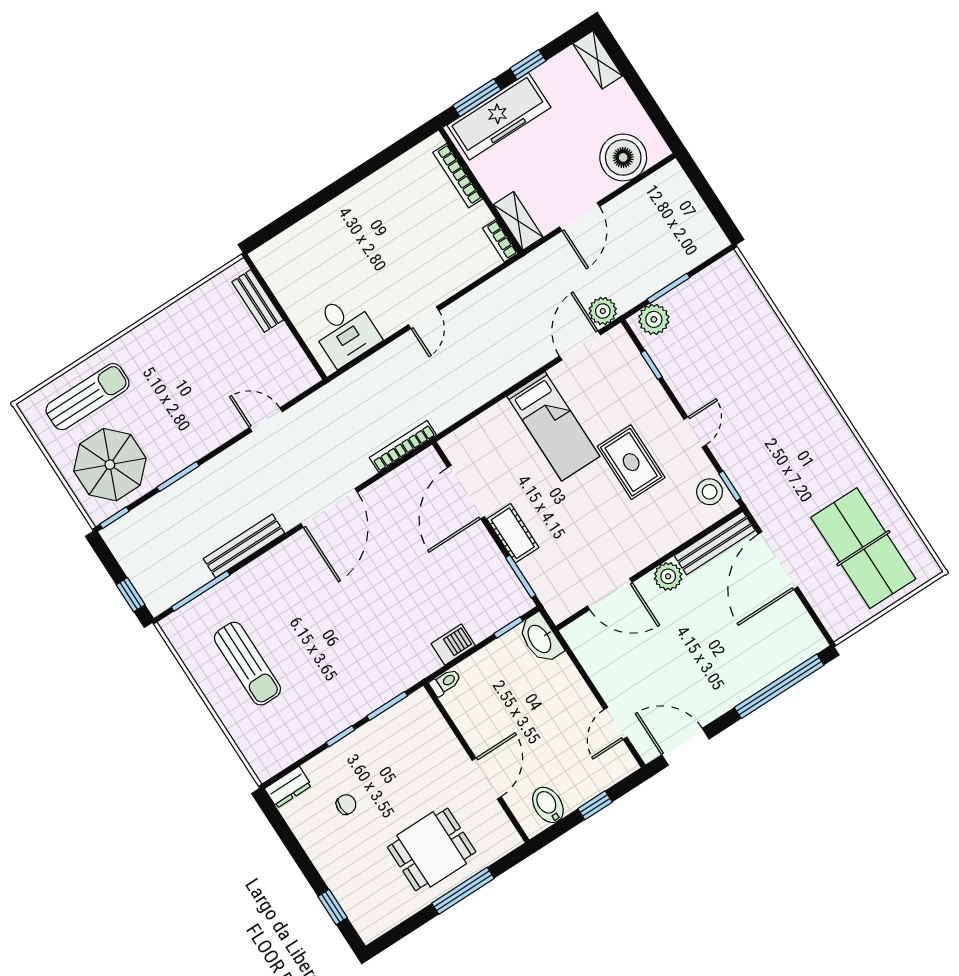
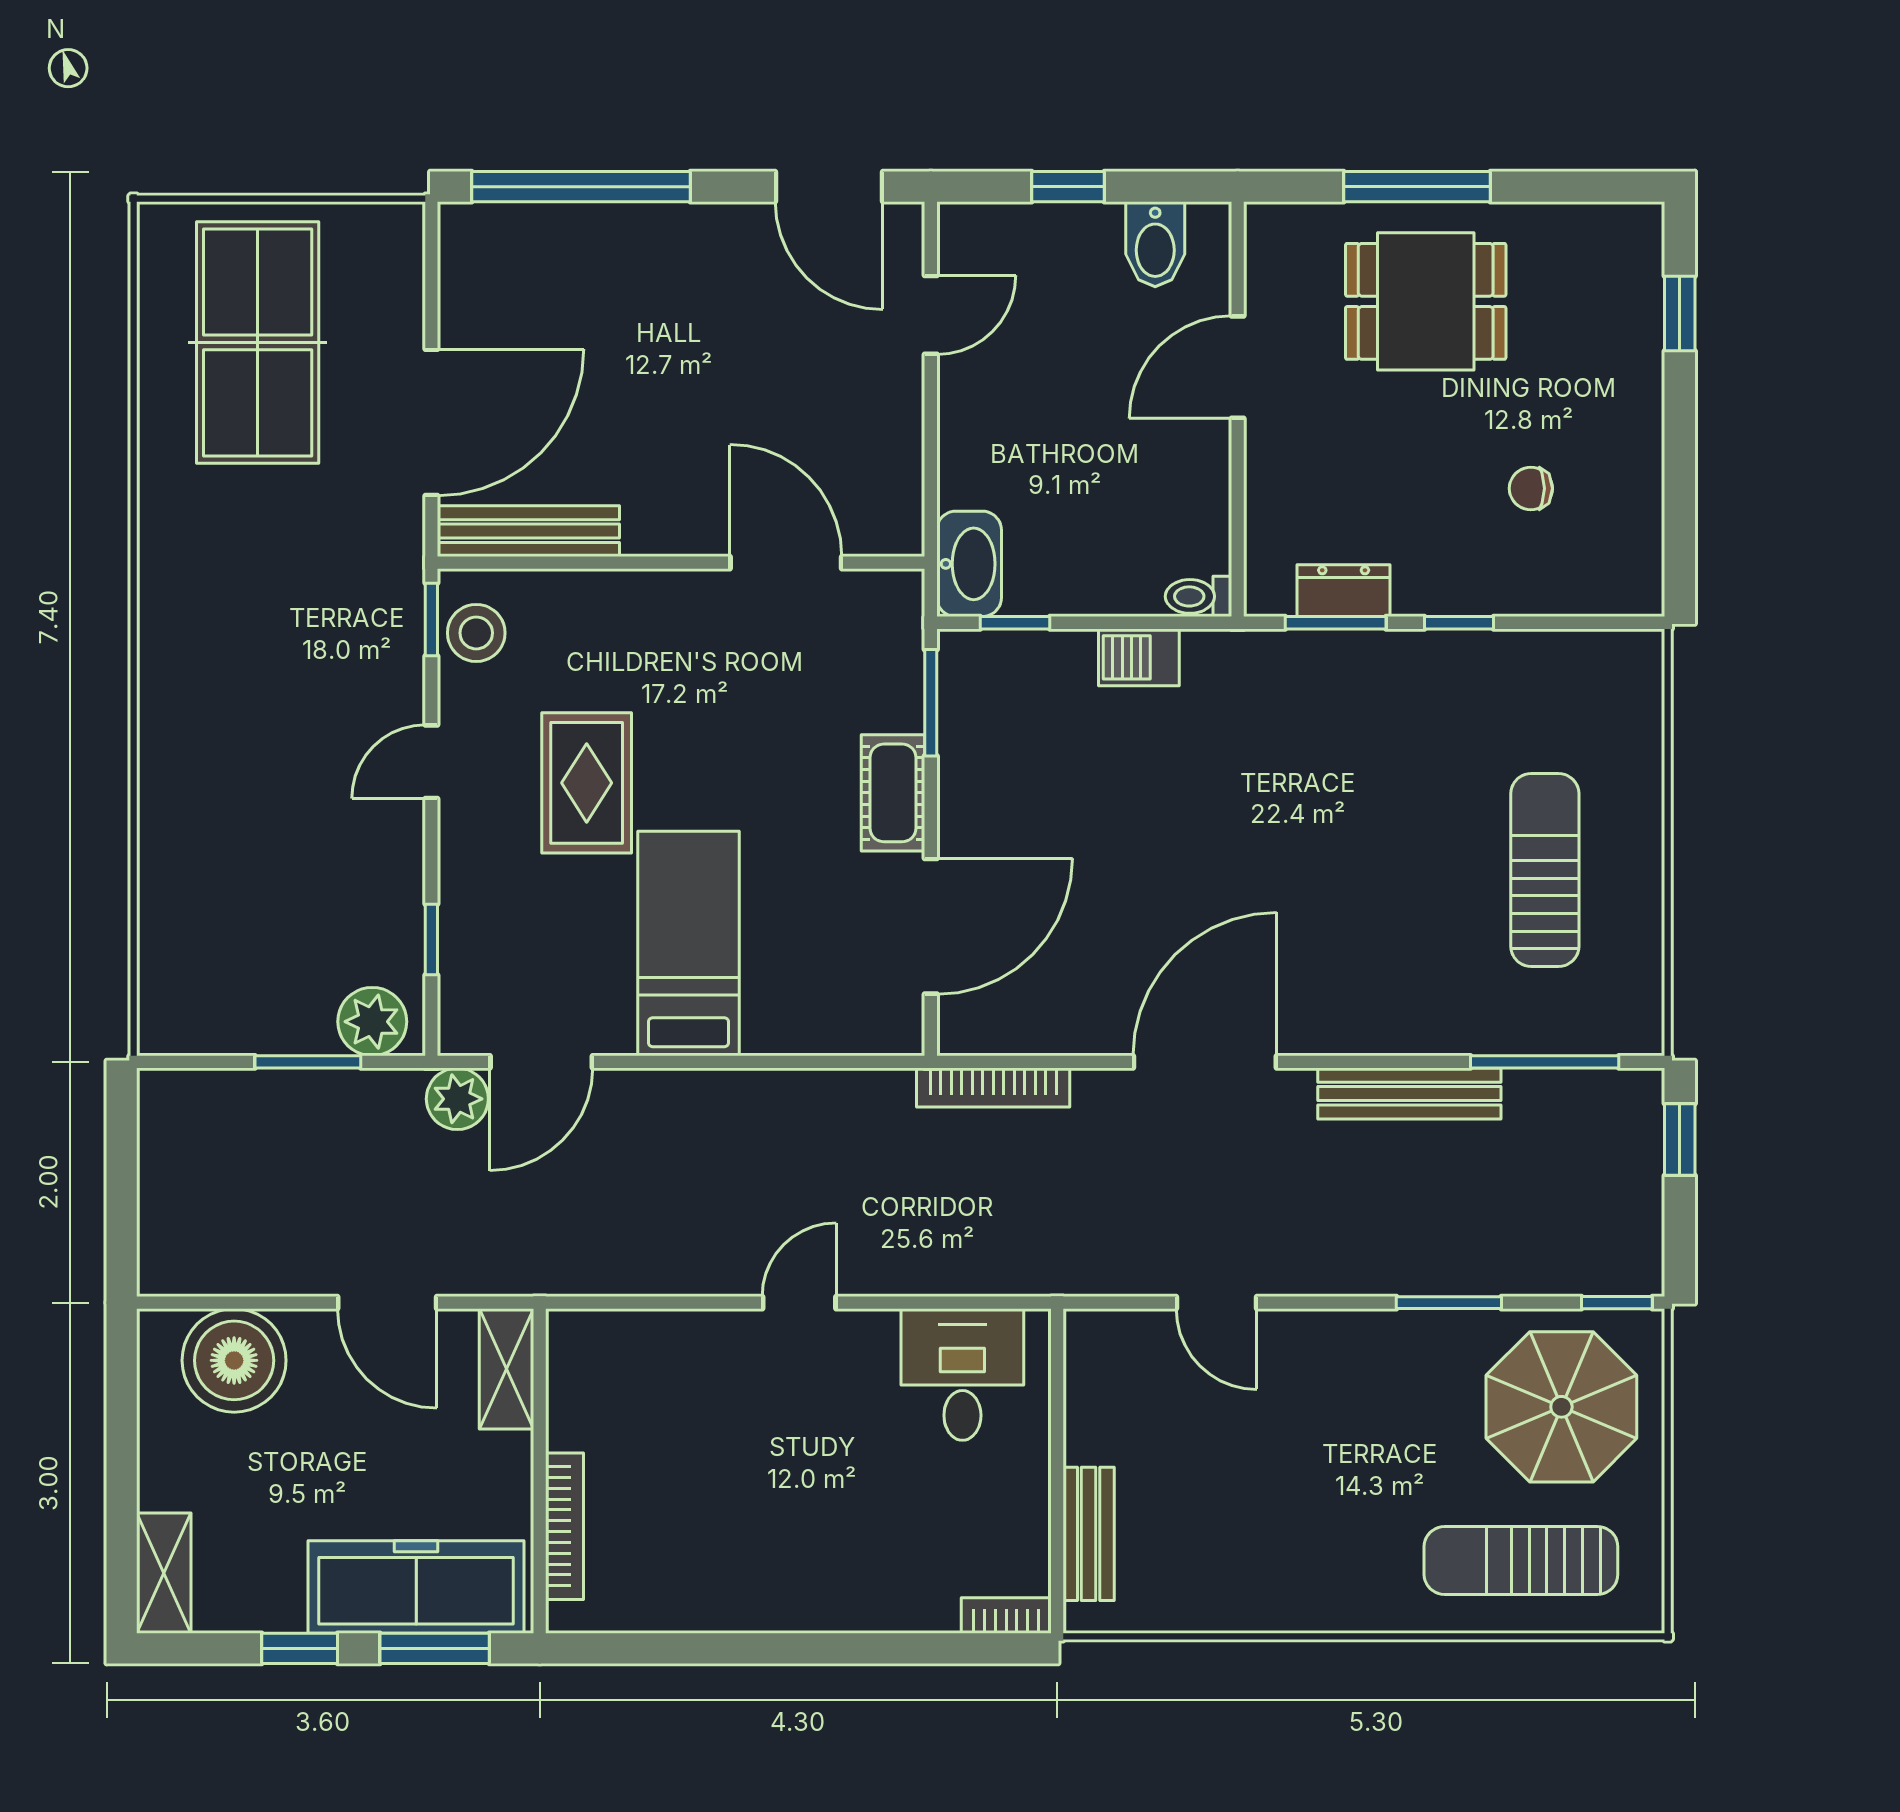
door: (579, 217) -> (387, 1303), swing flipped
bookcase: (500, 241) -> (1006, 1615), moved, turned -90
plant: (668, 576) -> (656, 525), removed
dresser: (288, 787) -> (1344, 591), moved

